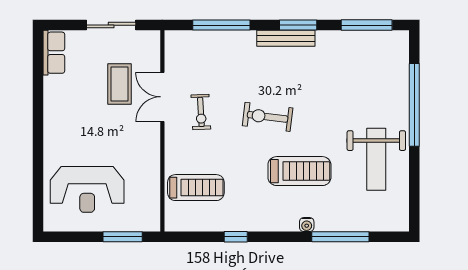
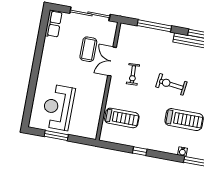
sliding door: (111, 25) -> (90, 14), width x1.37
reception desk: (87, 189) -> (58, 107), turned 90
window: (123, 237) -> (56, 136), moved

